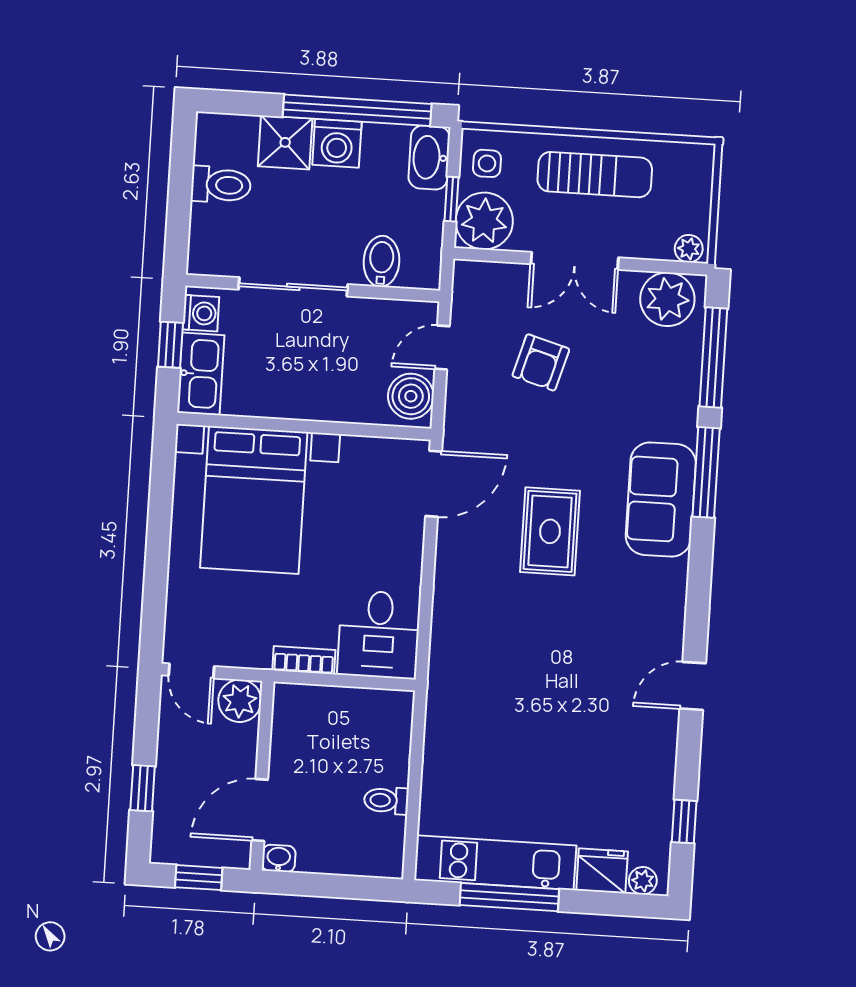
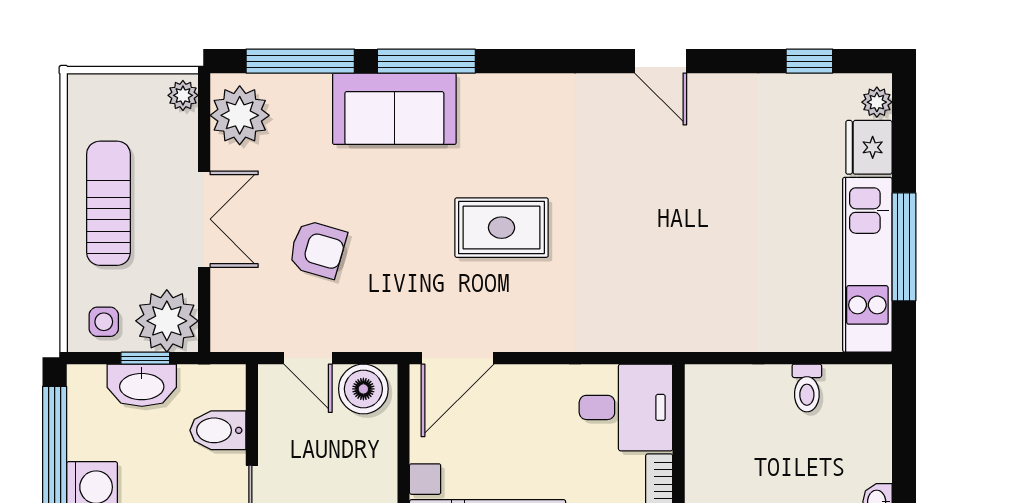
washbasin: (429, 157) -> (142, 385), moved
door: (434, 484) -> (457, 358), swing flipped
sofa: (661, 499) -> (394, 109), moved

